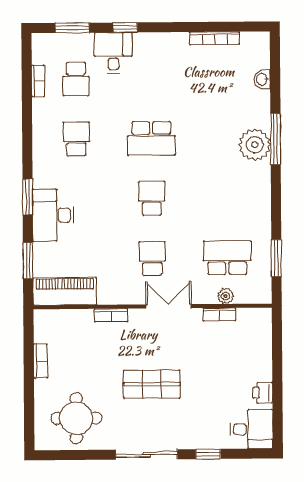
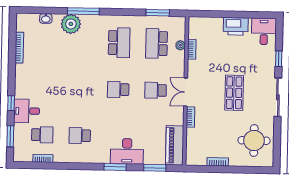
school desk: (151, 138) -> (119, 43), moved
plant: (255, 145) -> (71, 24), moved
double door: (169, 306) -> (186, 92), moved
printer: (263, 393) -> (236, 26), width x1.87, depth x1.48

